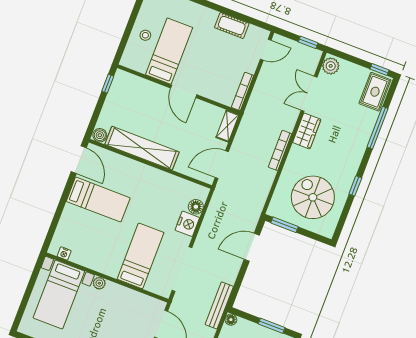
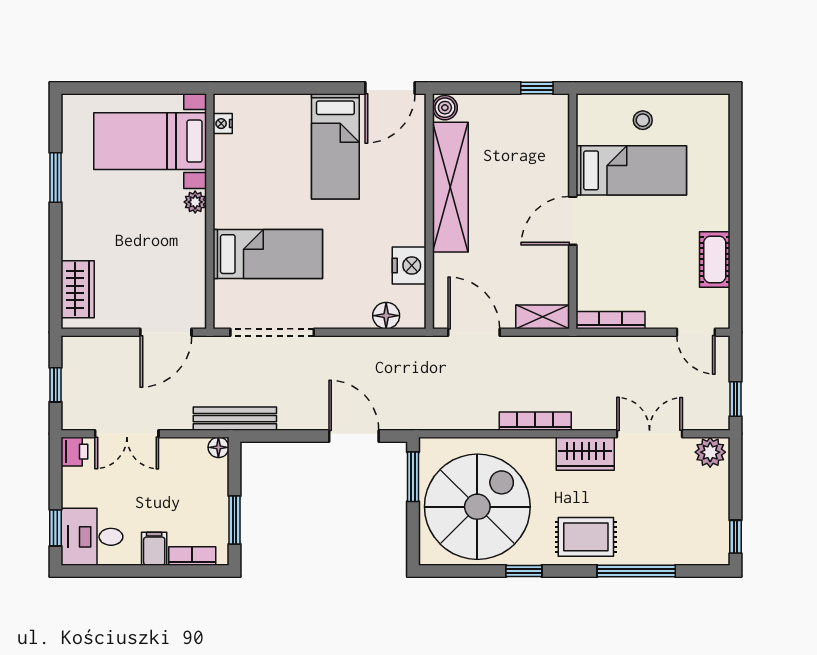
rug: (375, 92) -> (586, 537), moved
spiral stairs: (313, 197) -> (477, 507), width x1.37, depth x1.37
nightstand: (187, 224) -> (409, 265), moved, turned -90

